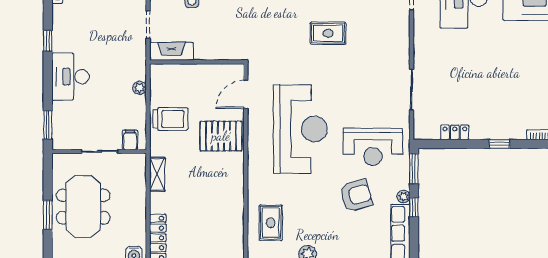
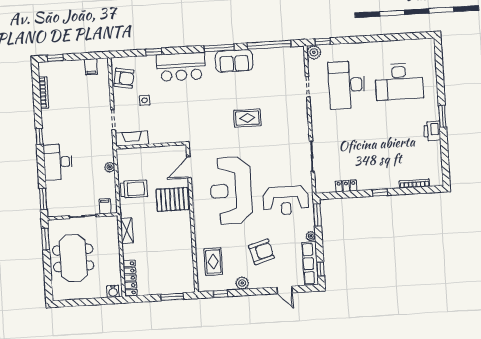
reception desk: (300, 129) -> (231, 191), turned 180
armchair: (356, 196) -> (261, 252), moved
window: (414, 207) -> (321, 269), moved
window: (48, 215) -> (46, 239), moved

